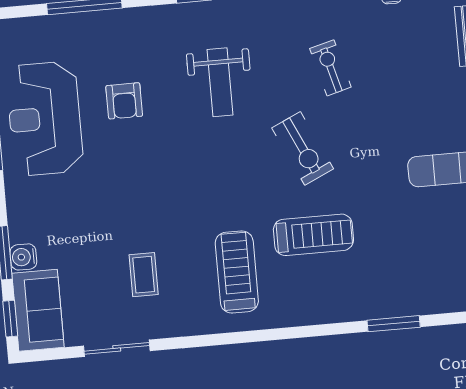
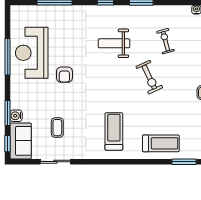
weight bench: (220, 82) -> (114, 43), turned 90
armchair: (124, 101) -> (64, 75), moved
treadmill: (313, 235) -> (161, 143), moved
coffee table: (144, 275) -> (57, 128), moved

